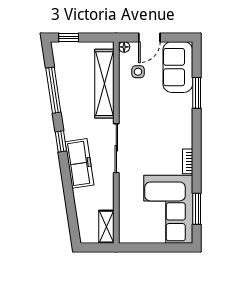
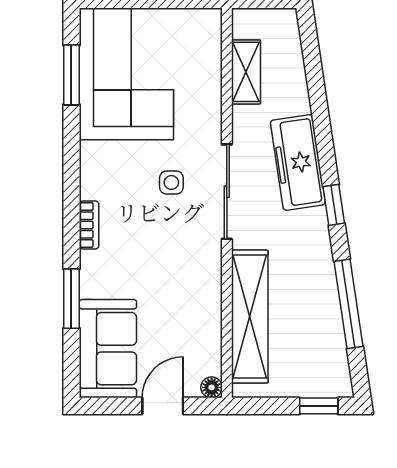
side table: (138, 72) -> (171, 182), moved
bookcase: (188, 161) -> (89, 225), moved
shelving: (106, 227) -> (246, 72), moved

